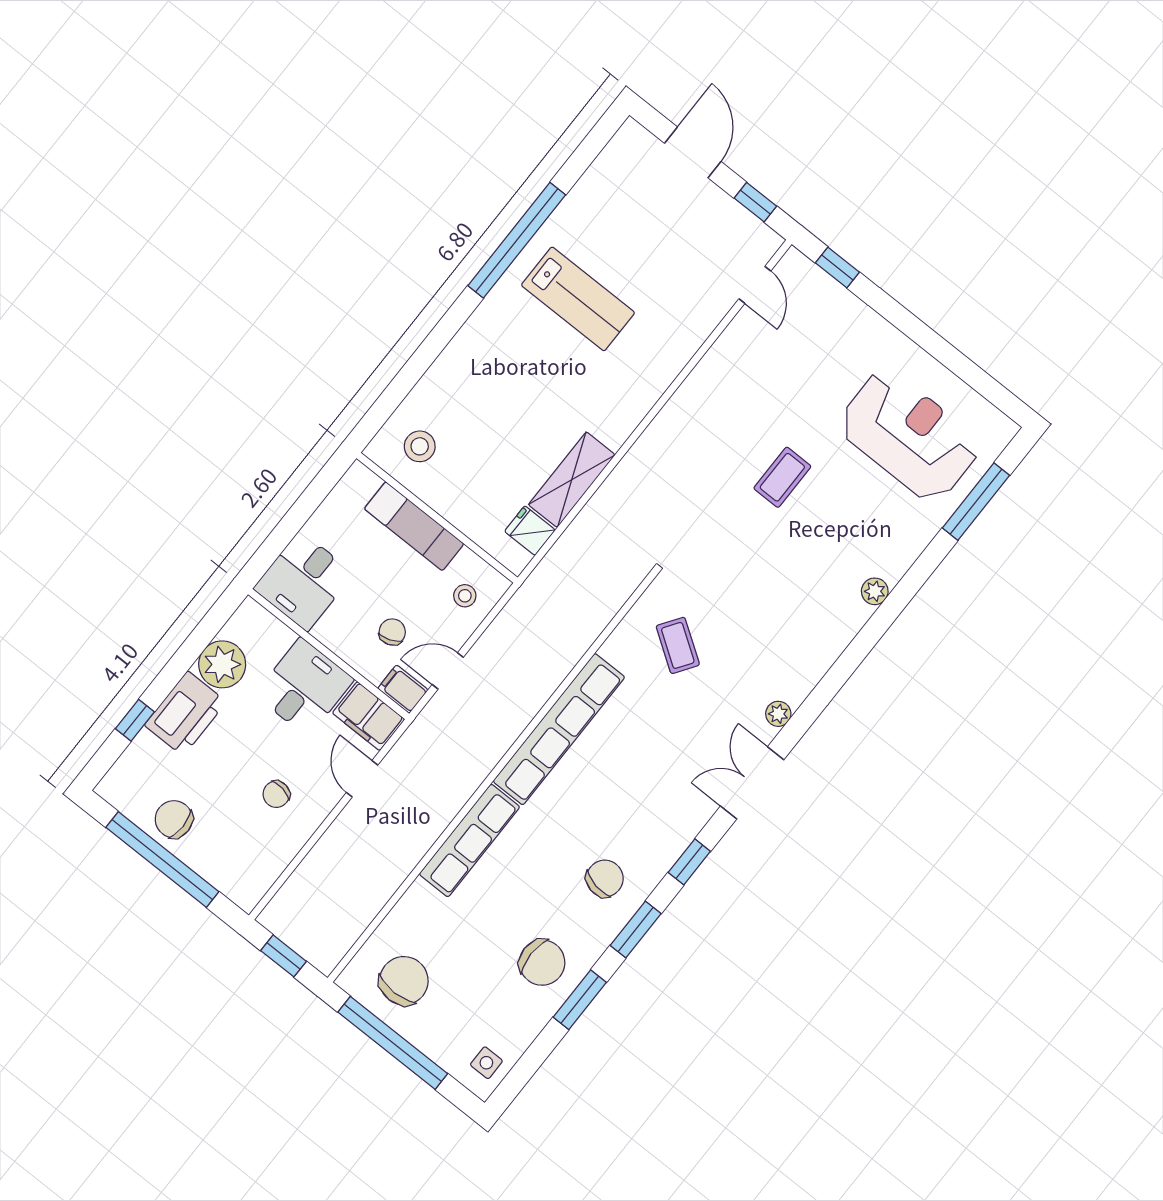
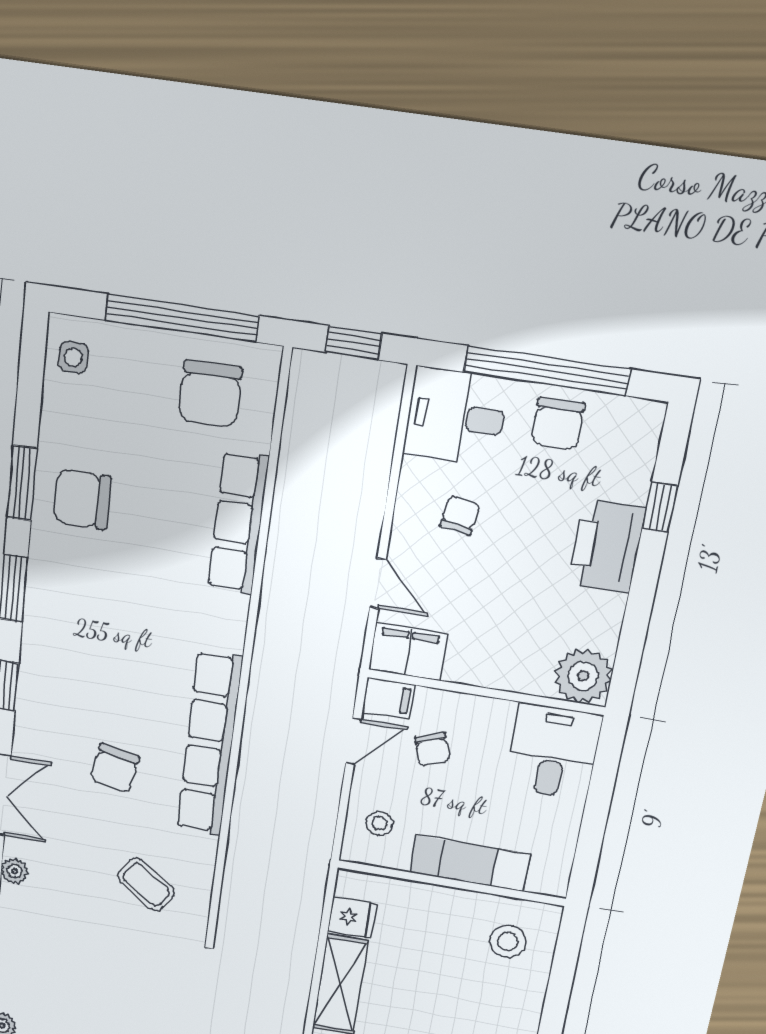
plant: (222, 664) -> (583, 676), moved
desk: (304, 687) -> (456, 417), moved, turned 90
chair: (174, 819) -> (558, 423), turned 89
row of seats: (469, 840) -> (238, 523), moved
chair: (605, 878) -> (115, 768), moved

